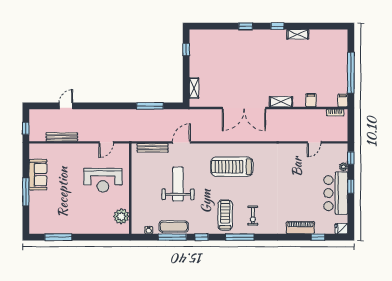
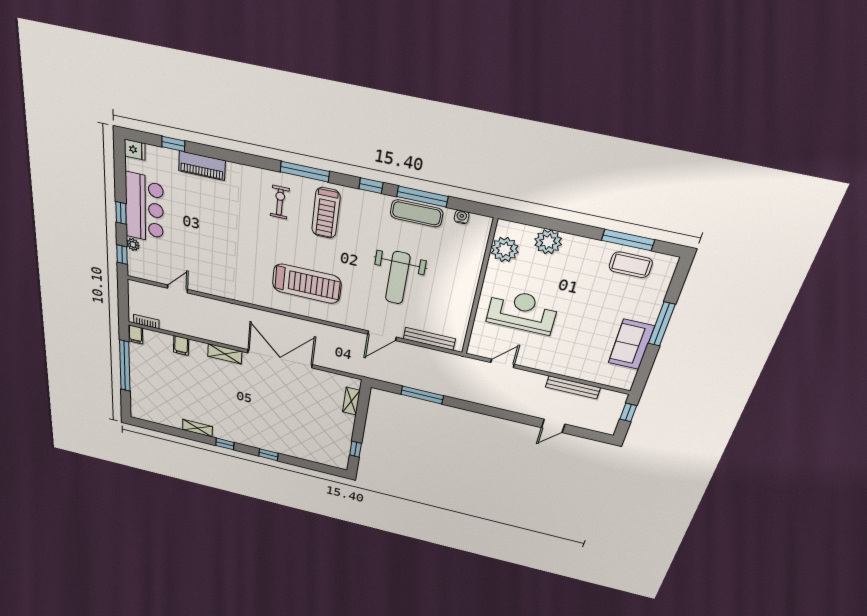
coffee table: (53, 223) -> (631, 265), added
plant: (99, 226) -> (548, 242), added

